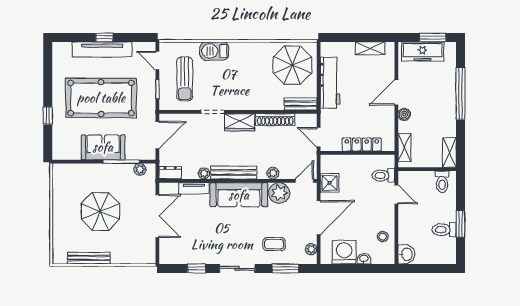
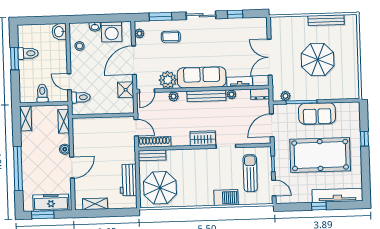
tv unit: (102, 49) -> (337, 195), moved
workbench: (330, 83) -> (128, 180), width x0.73
shoe rack: (275, 120) -> (154, 142), moved
locker: (362, 145) -> (100, 123), removed
toilet: (442, 182) -> (42, 93), moved

